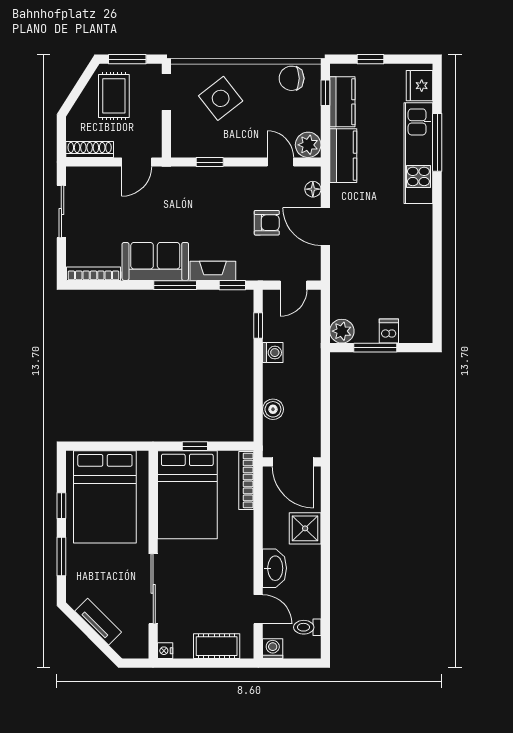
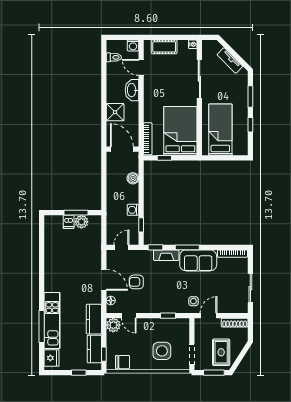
side table: (221, 98) -> (162, 351), turned 38
side table: (164, 188) -> (193, 301), added
plant: (342, 331) -> (81, 222), moved
window: (195, 446) -> (164, 158), moved
bed: (105, 497) -> (220, 130), width x0.67

